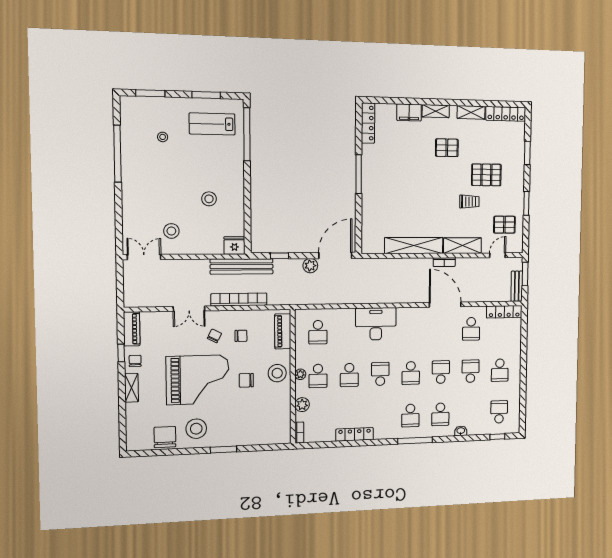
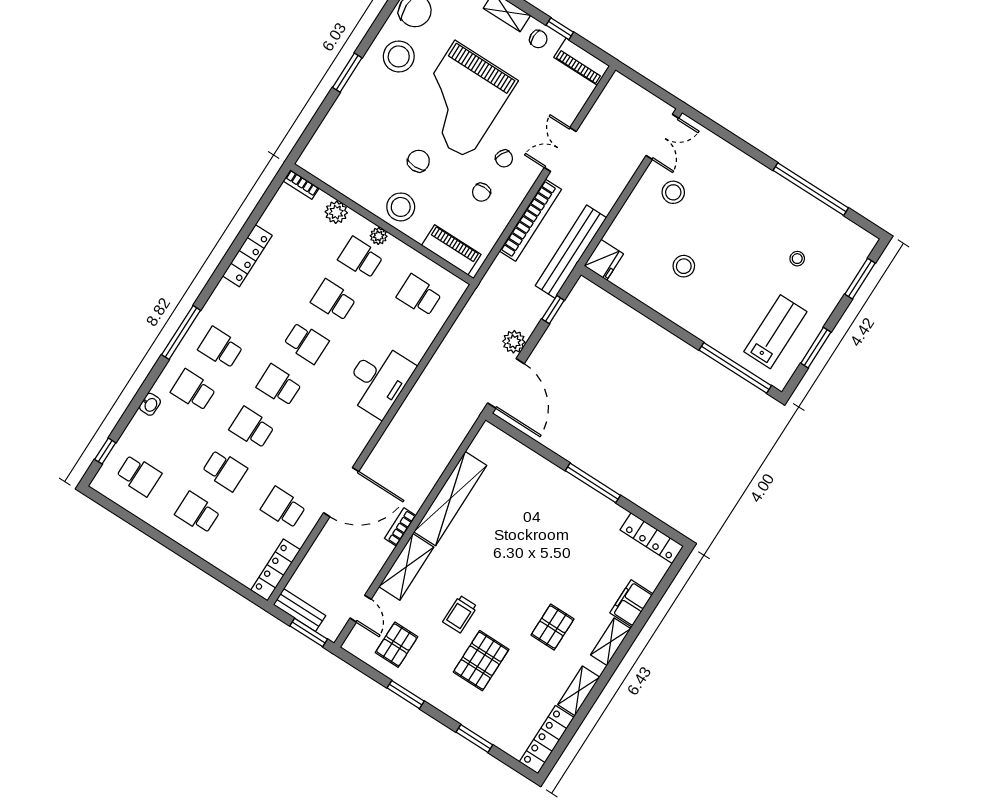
school desk: (441, 372) -> (252, 428), turned 180

